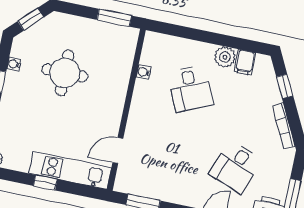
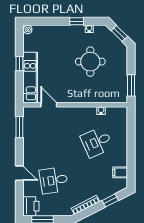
plant: (225, 57) -> (121, 159), removed
desk: (236, 167) -> (54, 180), turned -30

